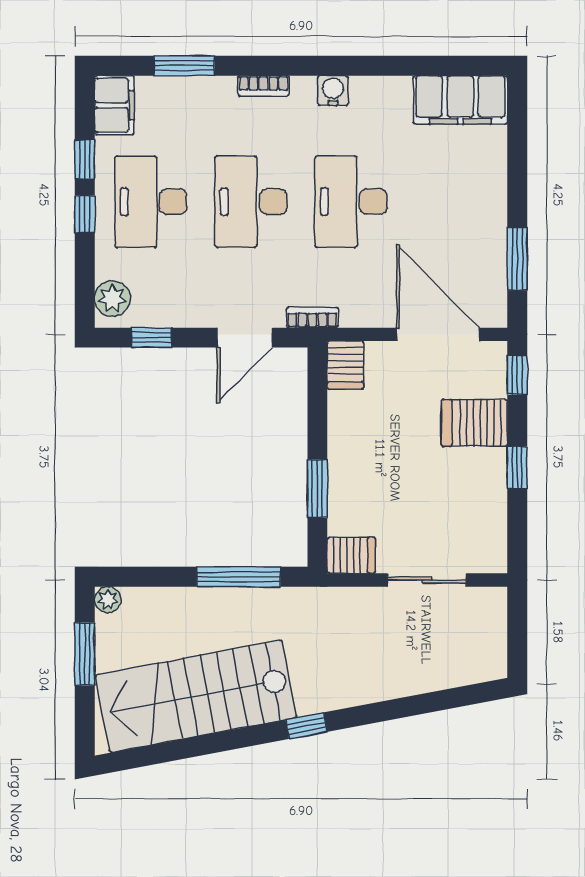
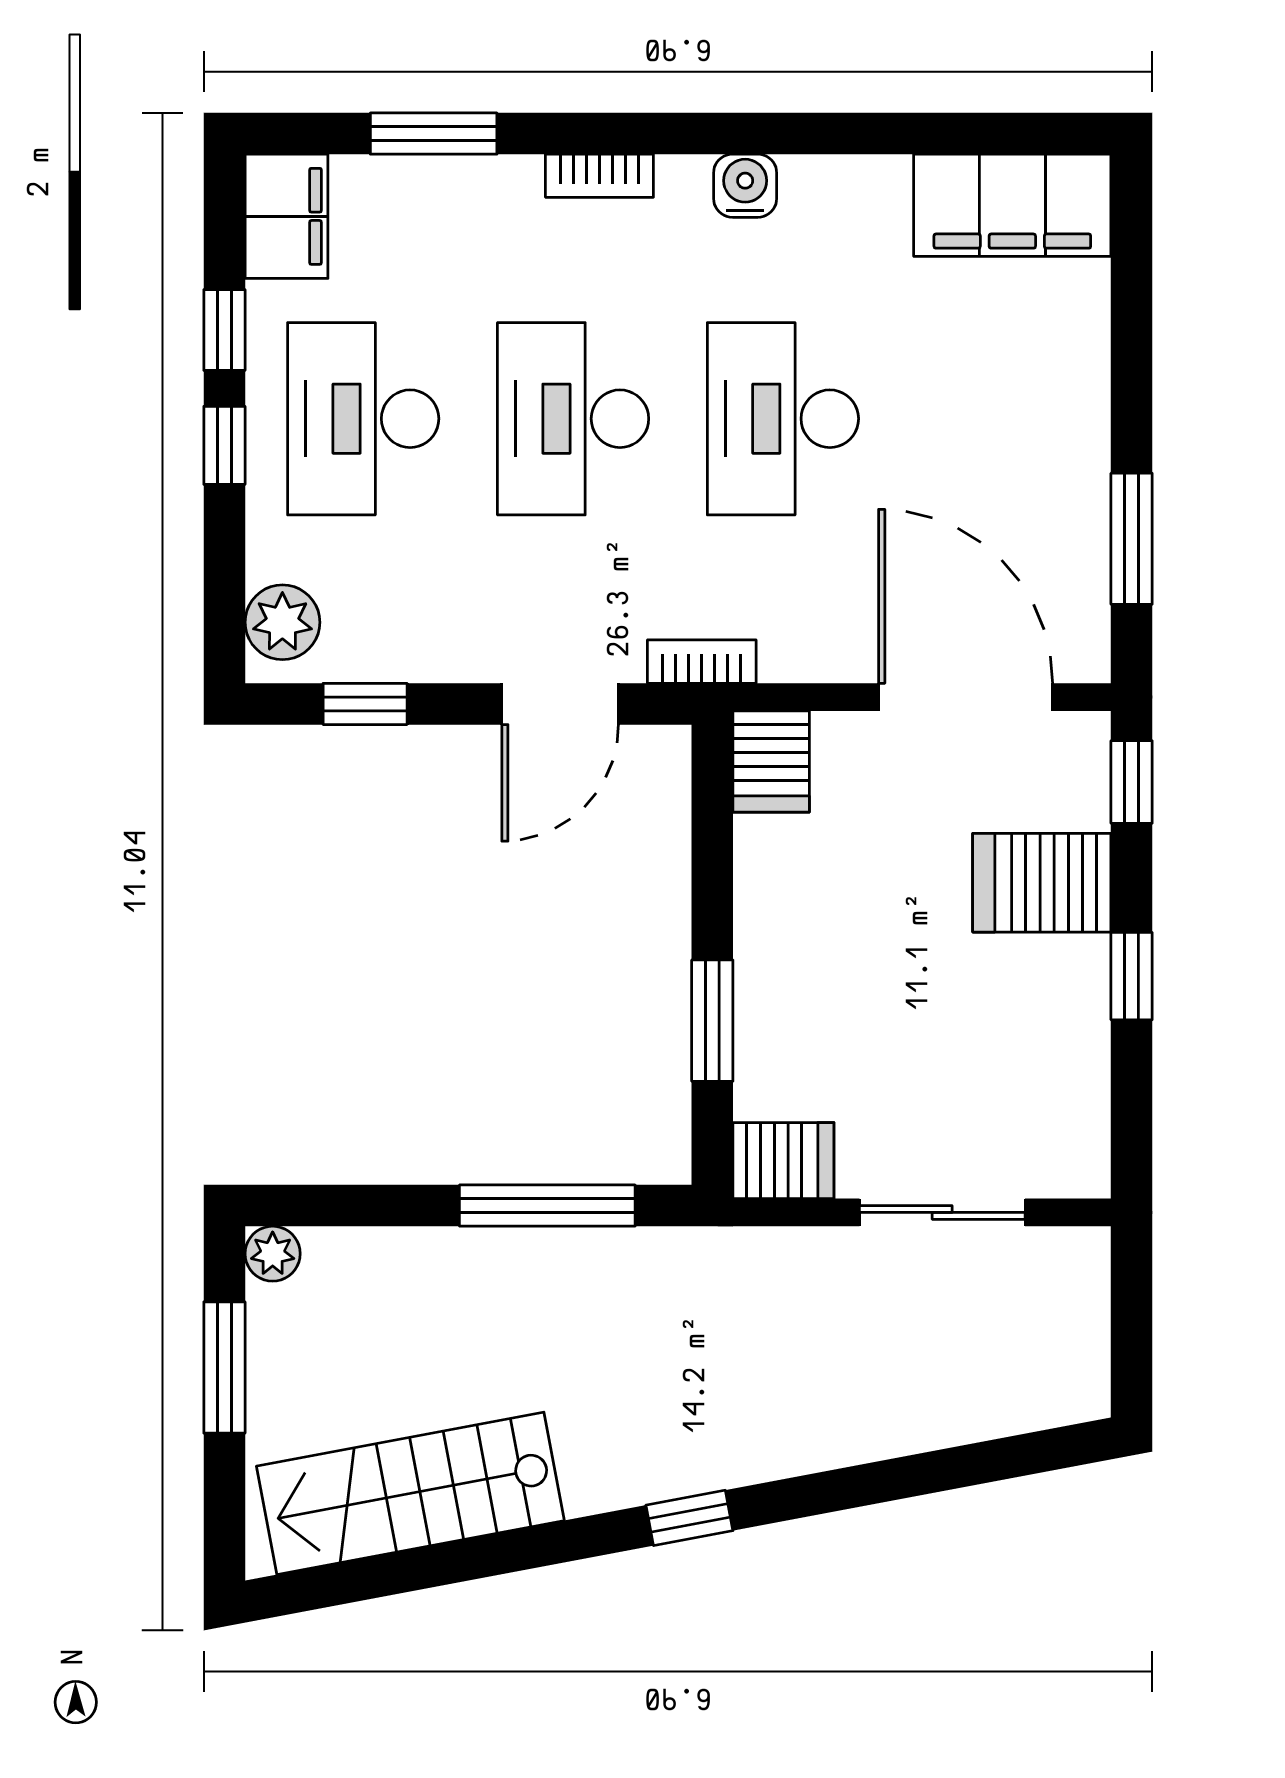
stairs: (196, 696) -> (410, 1493), width x0.73, depth x0.66

